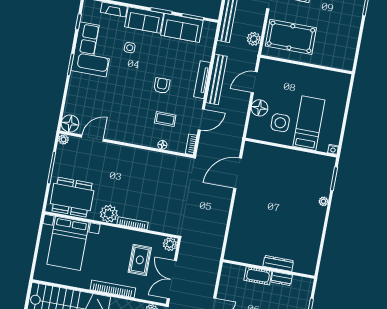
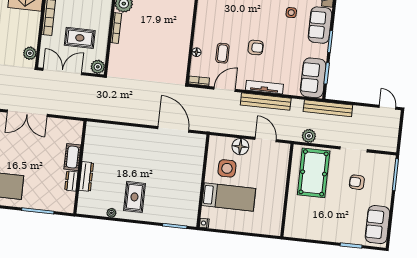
sofa: (182, 28) -> (313, 78), moved
door: (201, 119) -> (225, 89), swing flipped
plant: (323, 201) -> (111, 213), moved
rug: (302, 217) -> (134, 197), added

